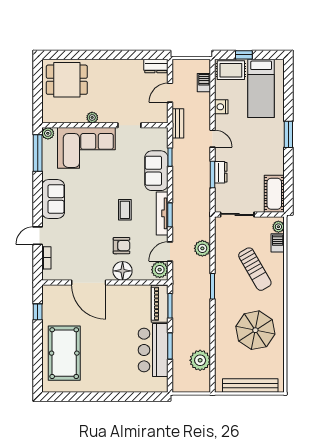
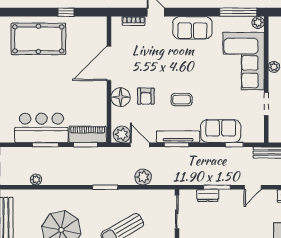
dresser: (221, 172) -> (208, 195), moved
window: (38, 312) -> (66, 12), moved
plant: (200, 360) -> (36, 180), width x0.53, depth x0.53

